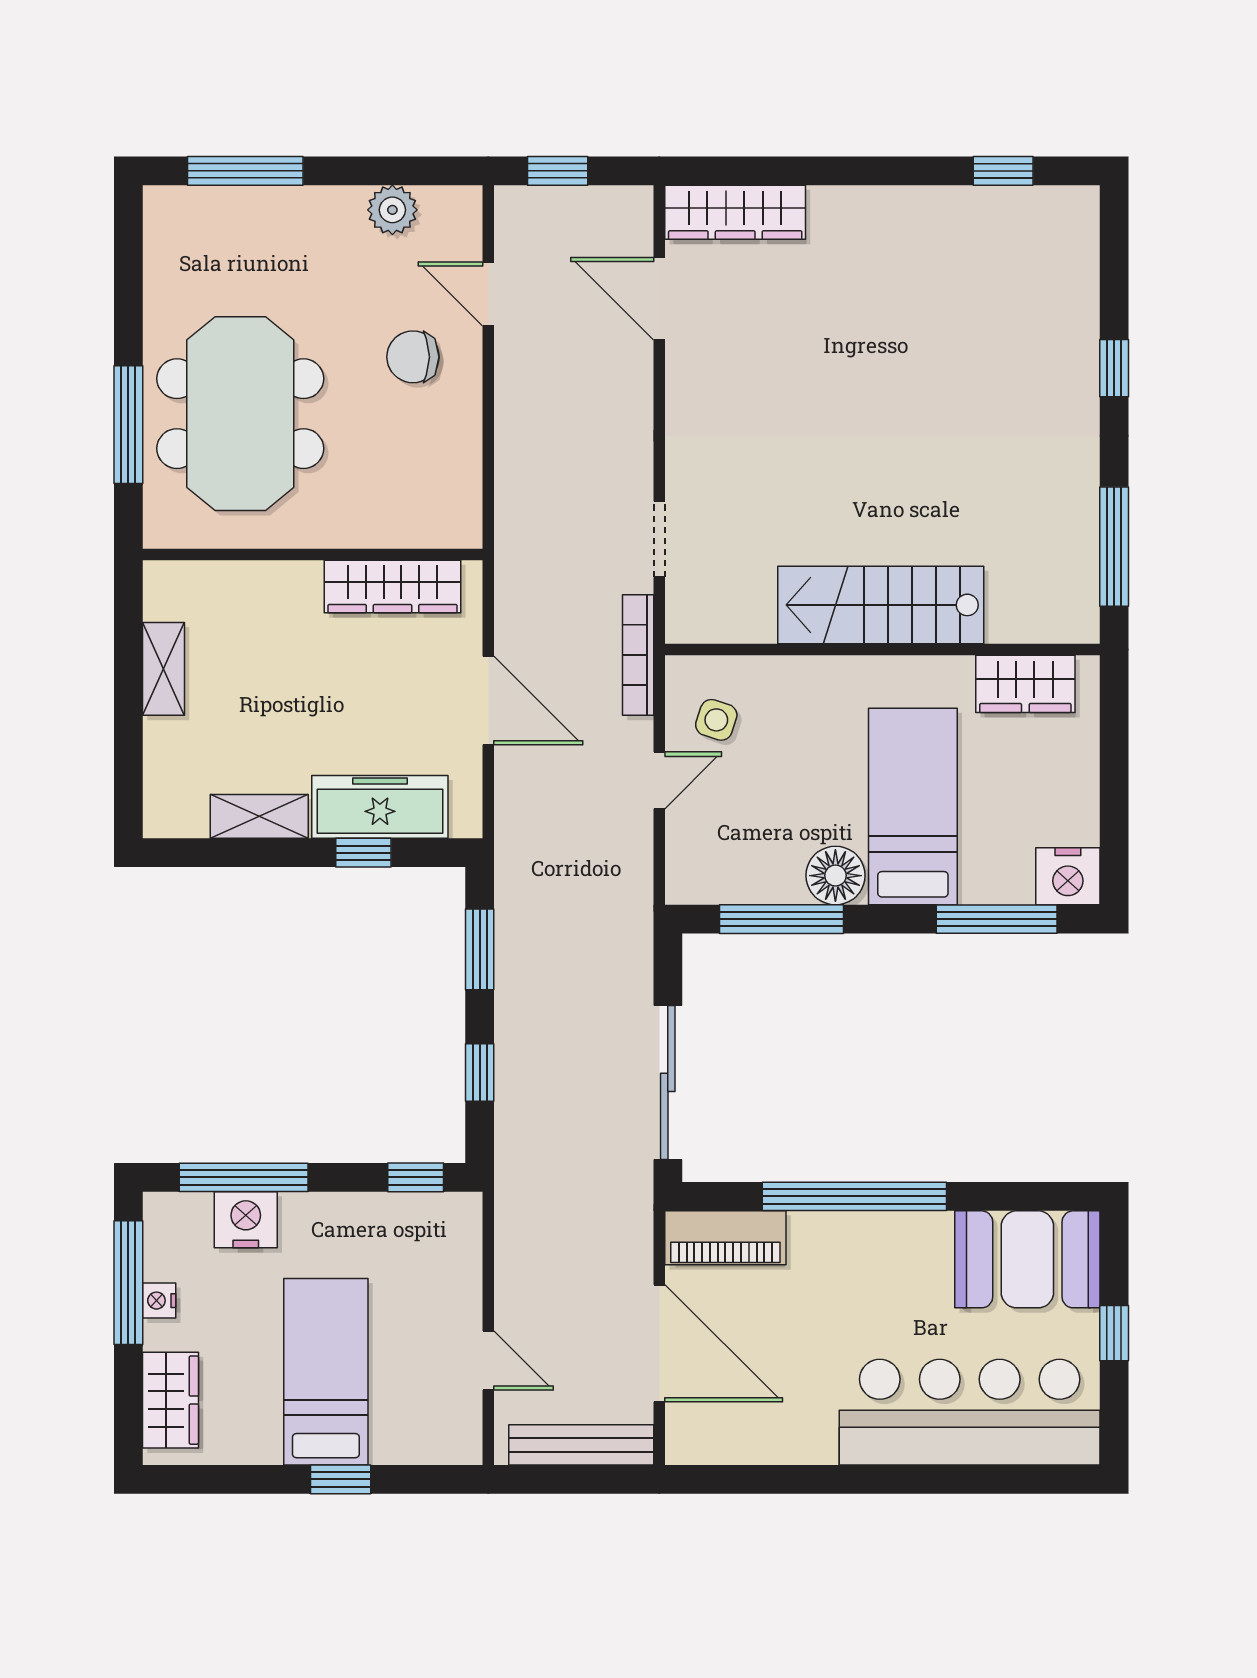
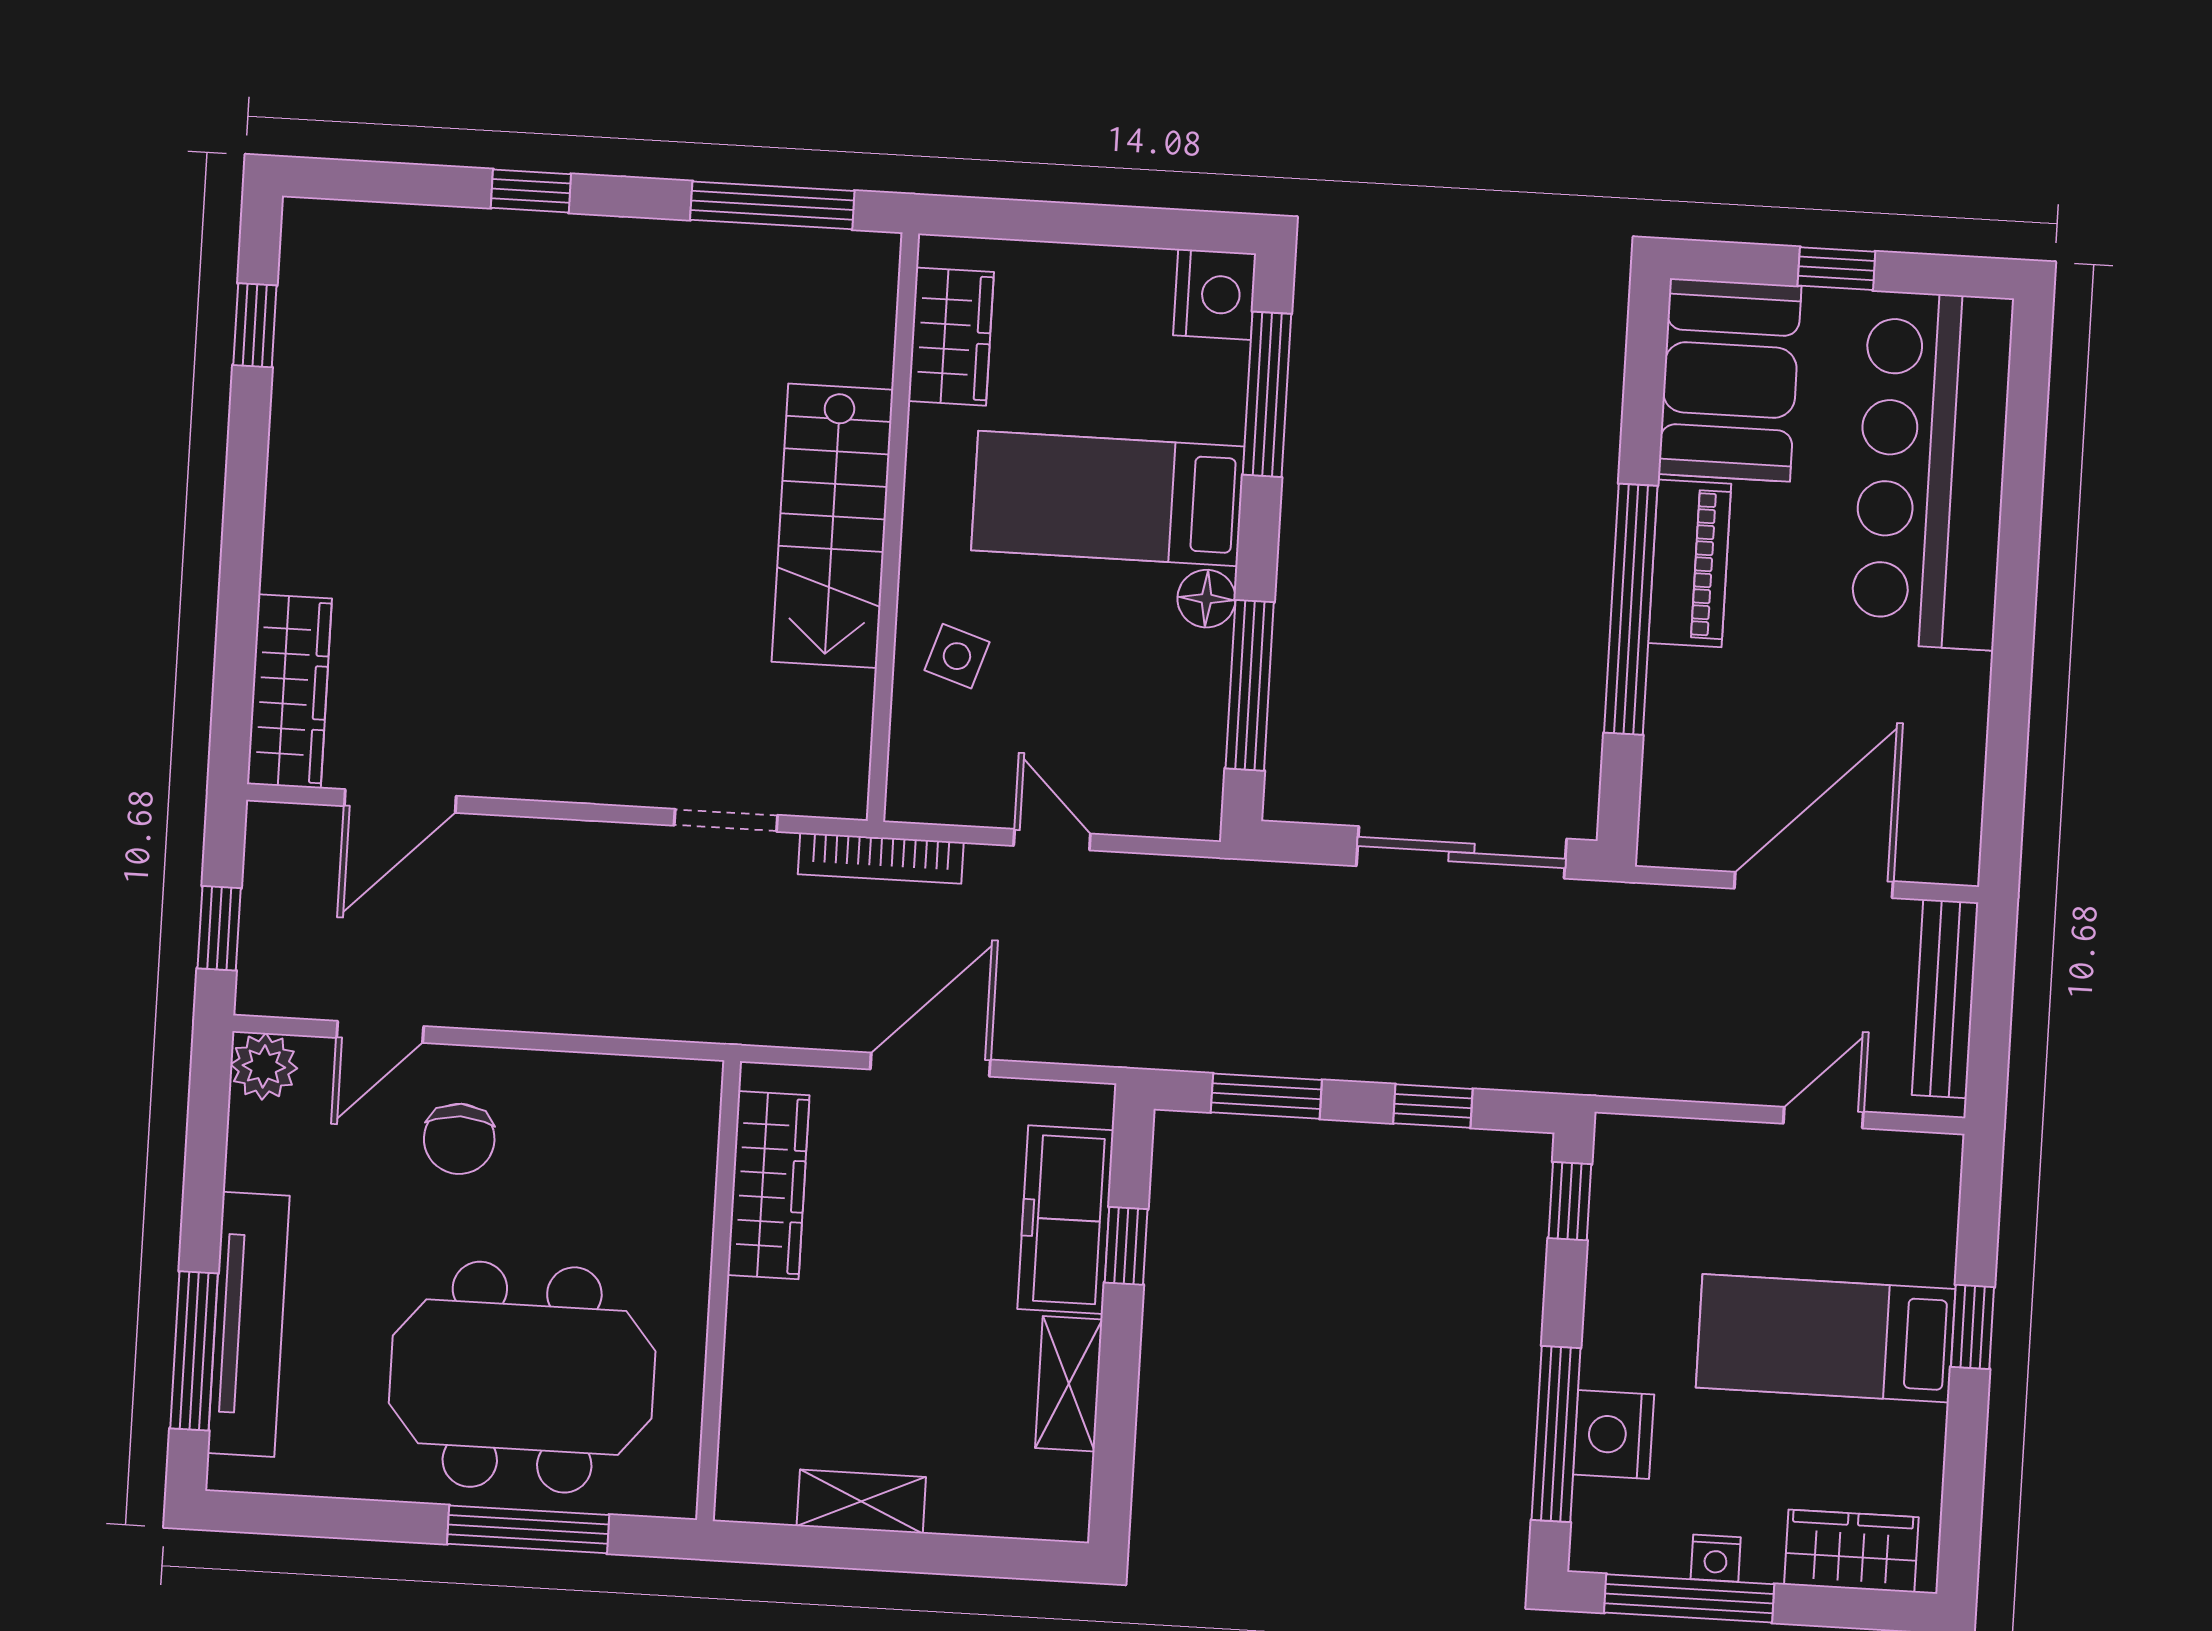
tv unit: (267, 210) -> (248, 1324), added
plant: (392, 210) -> (264, 1066), moved
side table: (716, 720) -> (957, 656), moved
floor lamp: (835, 876) -> (1206, 599), width x0.73, depth x0.73
piano: (725, 1238) -> (1690, 563), moved

